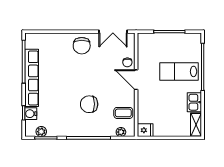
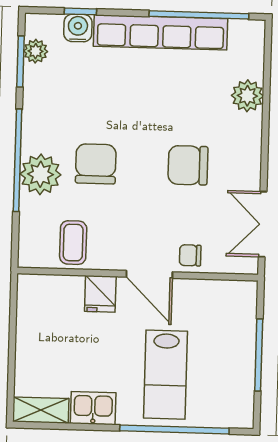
plant: (58, 40) -> (247, 96), added
chair: (82, 46) -> (188, 165), moved
lab bench: (179, 71) -> (166, 375), turned 180
door: (136, 80) -> (149, 274), swing flipped
fridge: (145, 130) -> (100, 294), moved
plant: (121, 132) -> (40, 174), moved, width x1.88, depth x1.88

